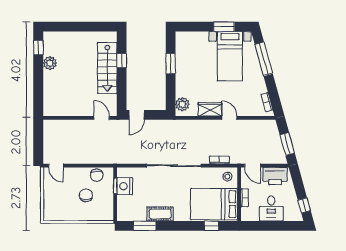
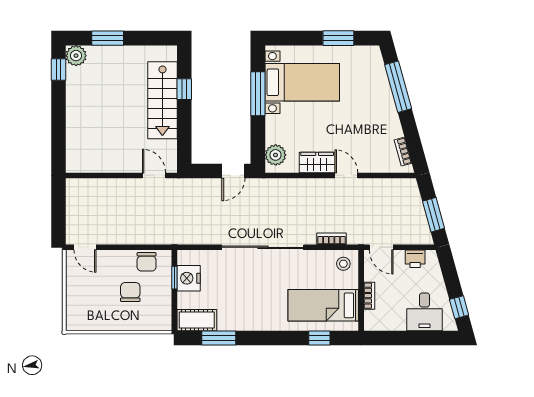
window: (71, 27) -> (108, 38), added
bed with nightstands: (230, 56) -> (302, 82), moved, turned -90
plant: (50, 63) -> (76, 56), moved
window: (171, 64) -> (258, 94), width x1.44
door: (137, 115) -> (233, 171), moved
printer: (275, 176) -> (415, 259), width x0.53, depth x0.68
bed: (214, 204) -> (323, 305), width x0.67
desk: (271, 208) -> (425, 312), moved
cot: (160, 214) -> (197, 320), moved

